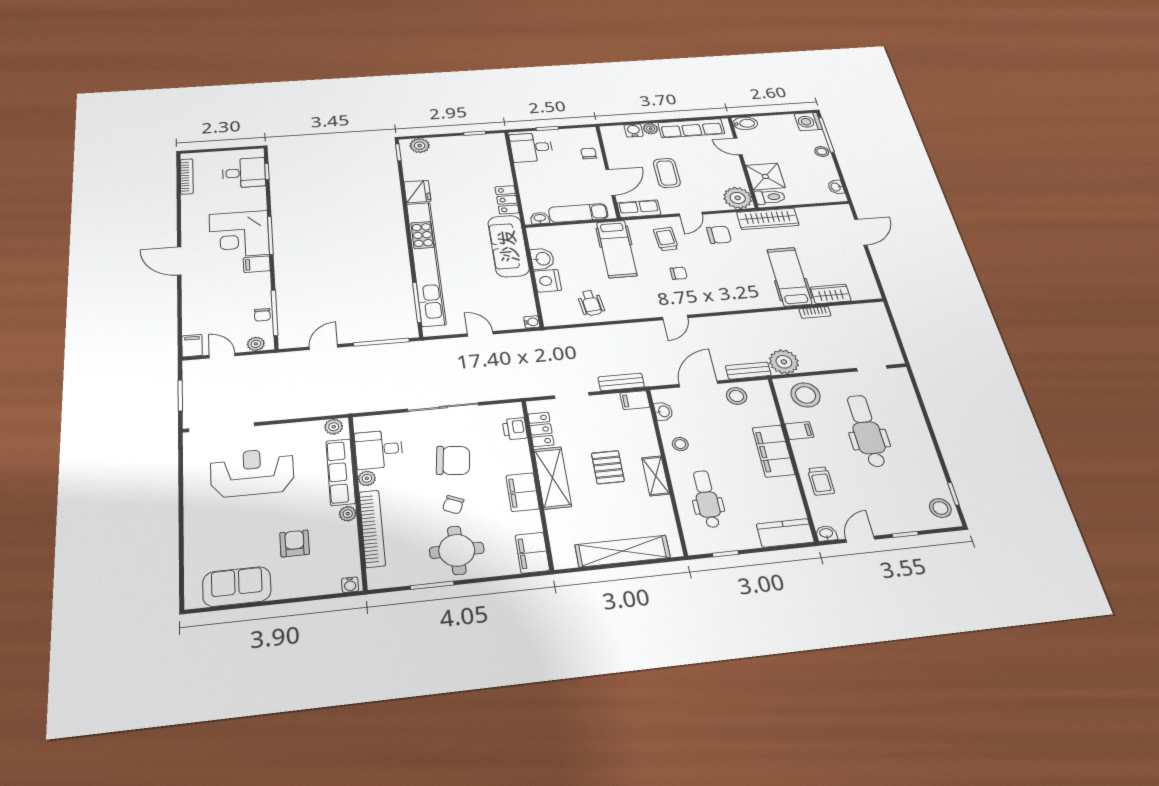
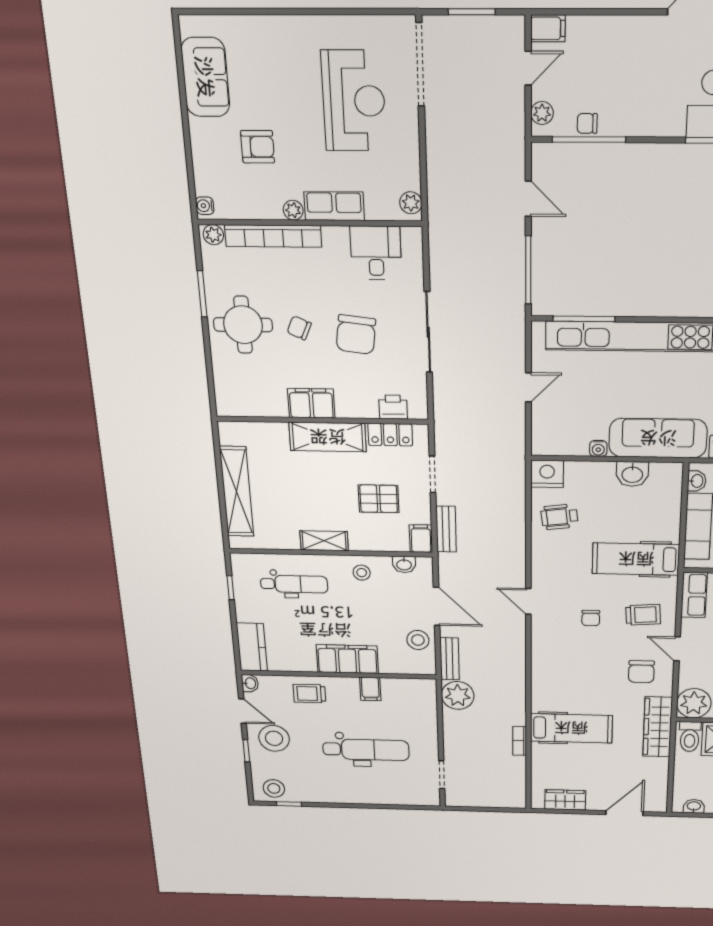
door: (861, 232) -> (624, 813), swing flipped
filing cabinet: (257, 264) -> (672, 120), removed
nightstand: (548, 281) -> (547, 474), moved
wardrobe: (831, 294) -> (565, 800), moved, turned -90
water cooler: (532, 322) -> (598, 448), moved
stool: (806, 395) -> (274, 738), moved
pallet: (608, 467) -> (379, 499), moved
row of seats: (341, 472) -> (334, 206), width x0.68
plant: (367, 478) -> (213, 235), moved
filing cabinet: (532, 553) -> (238, 402), removed

